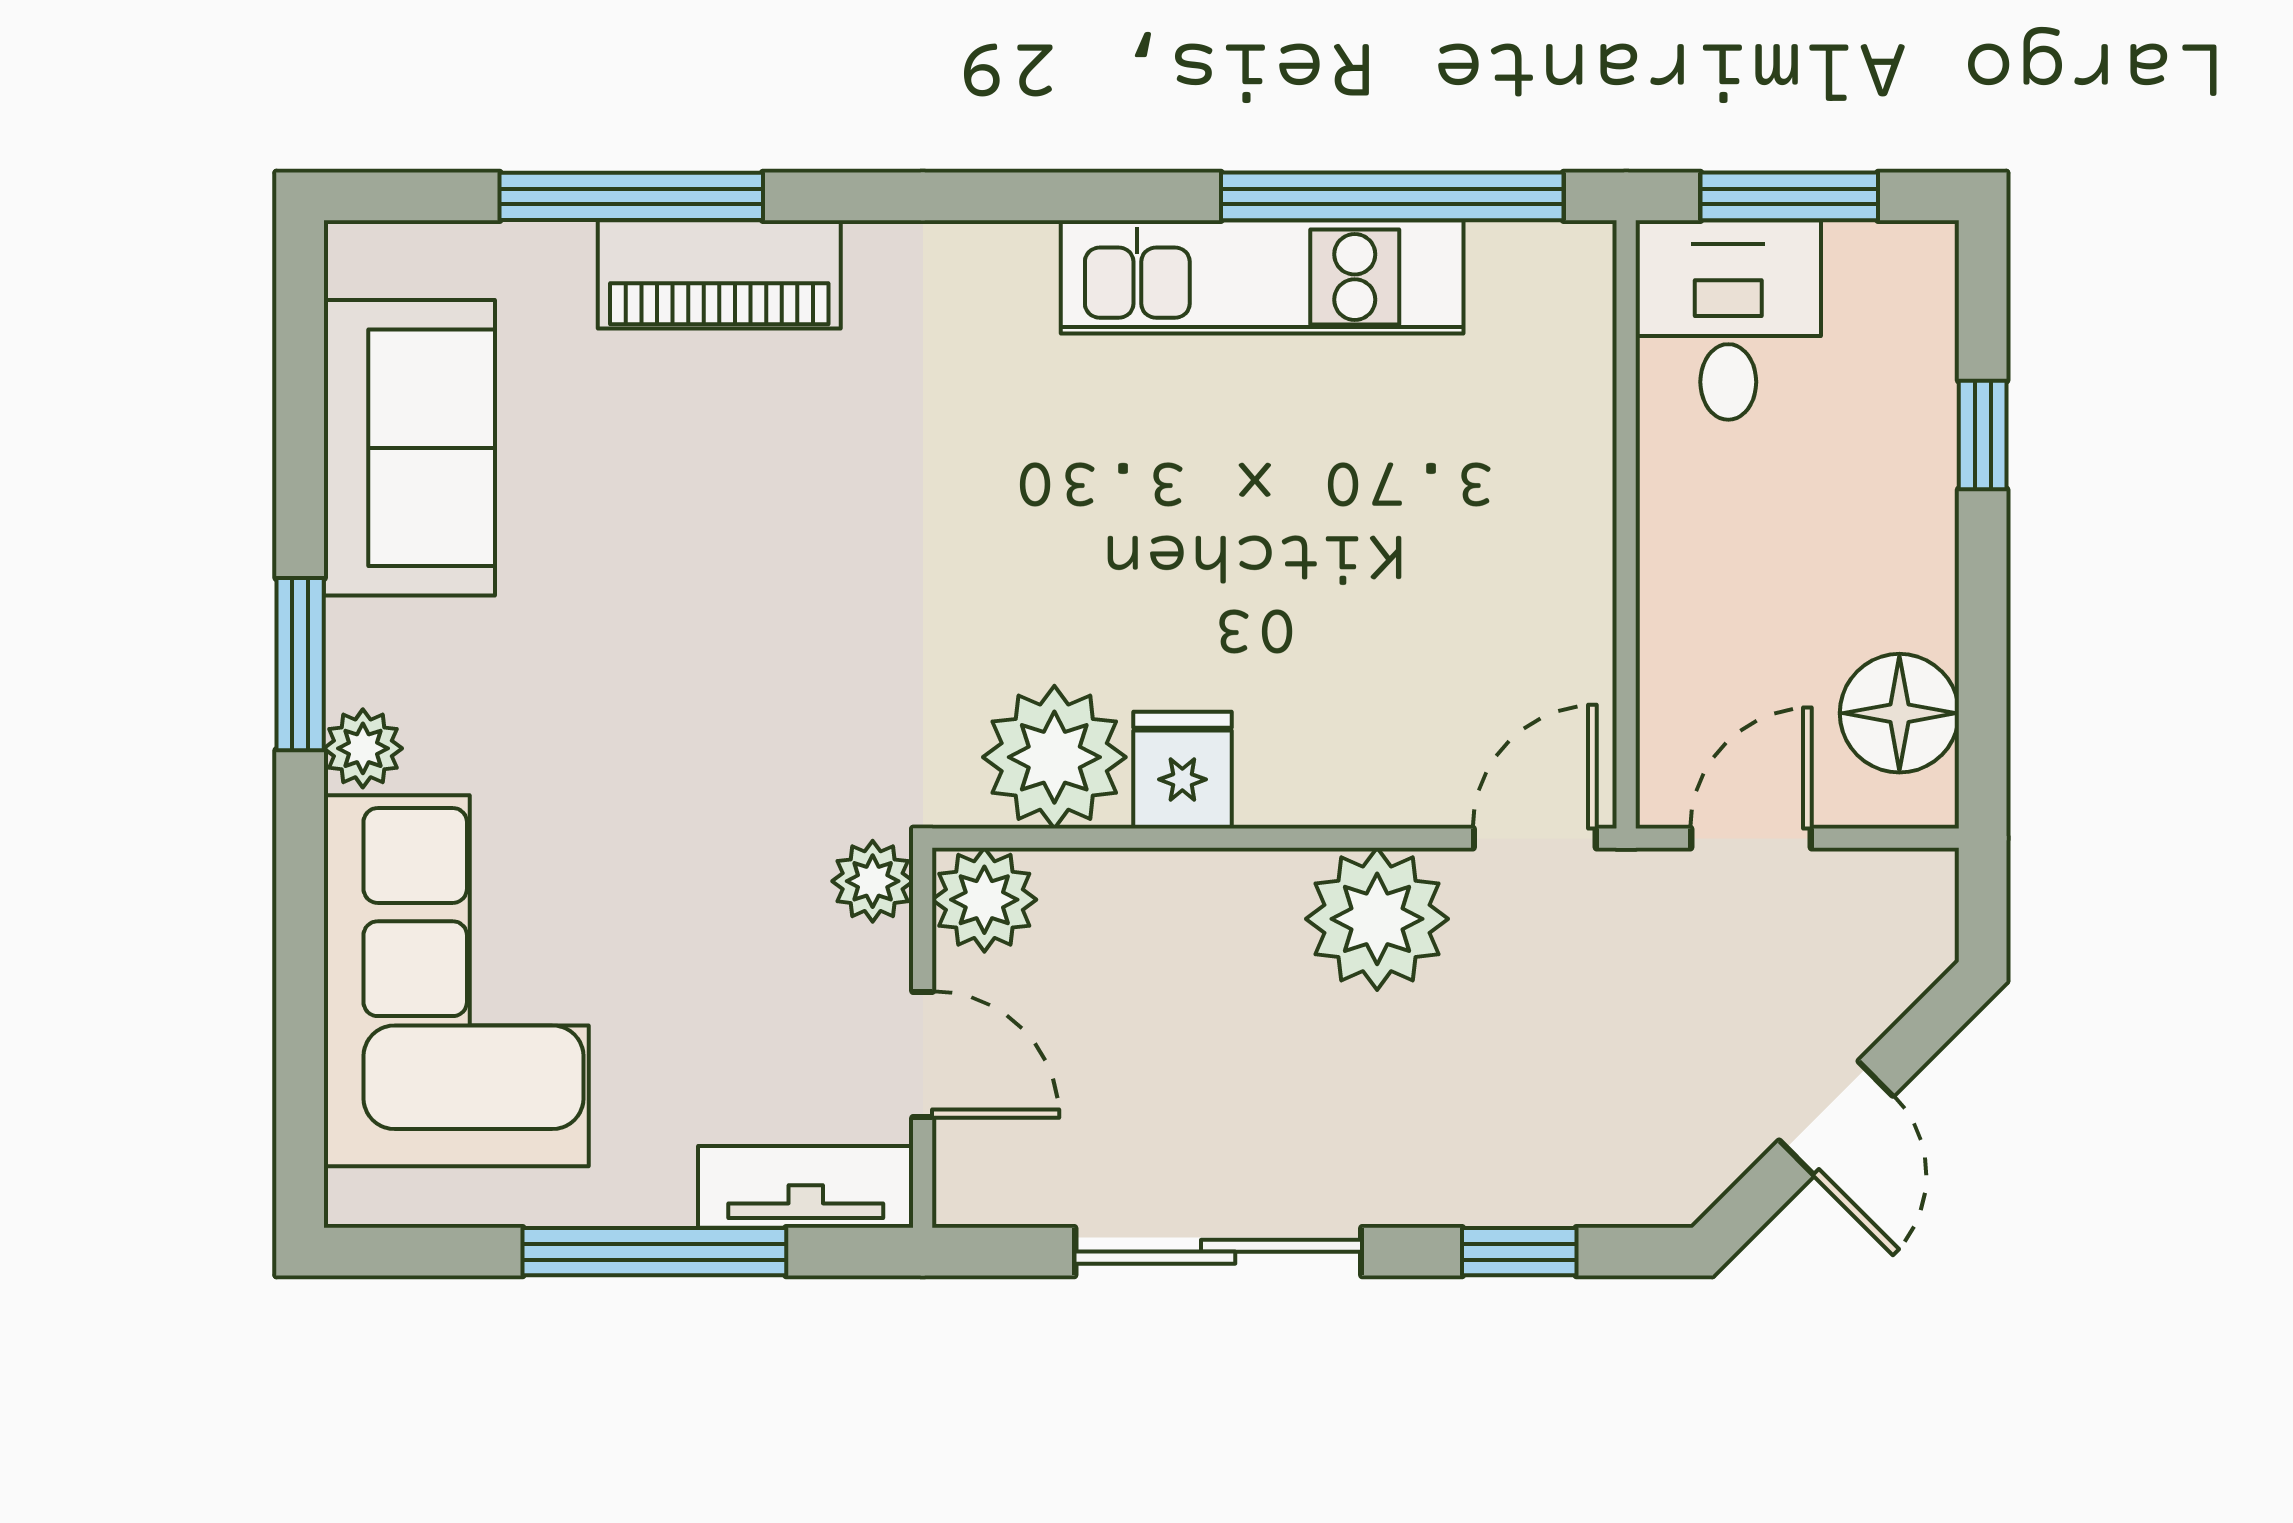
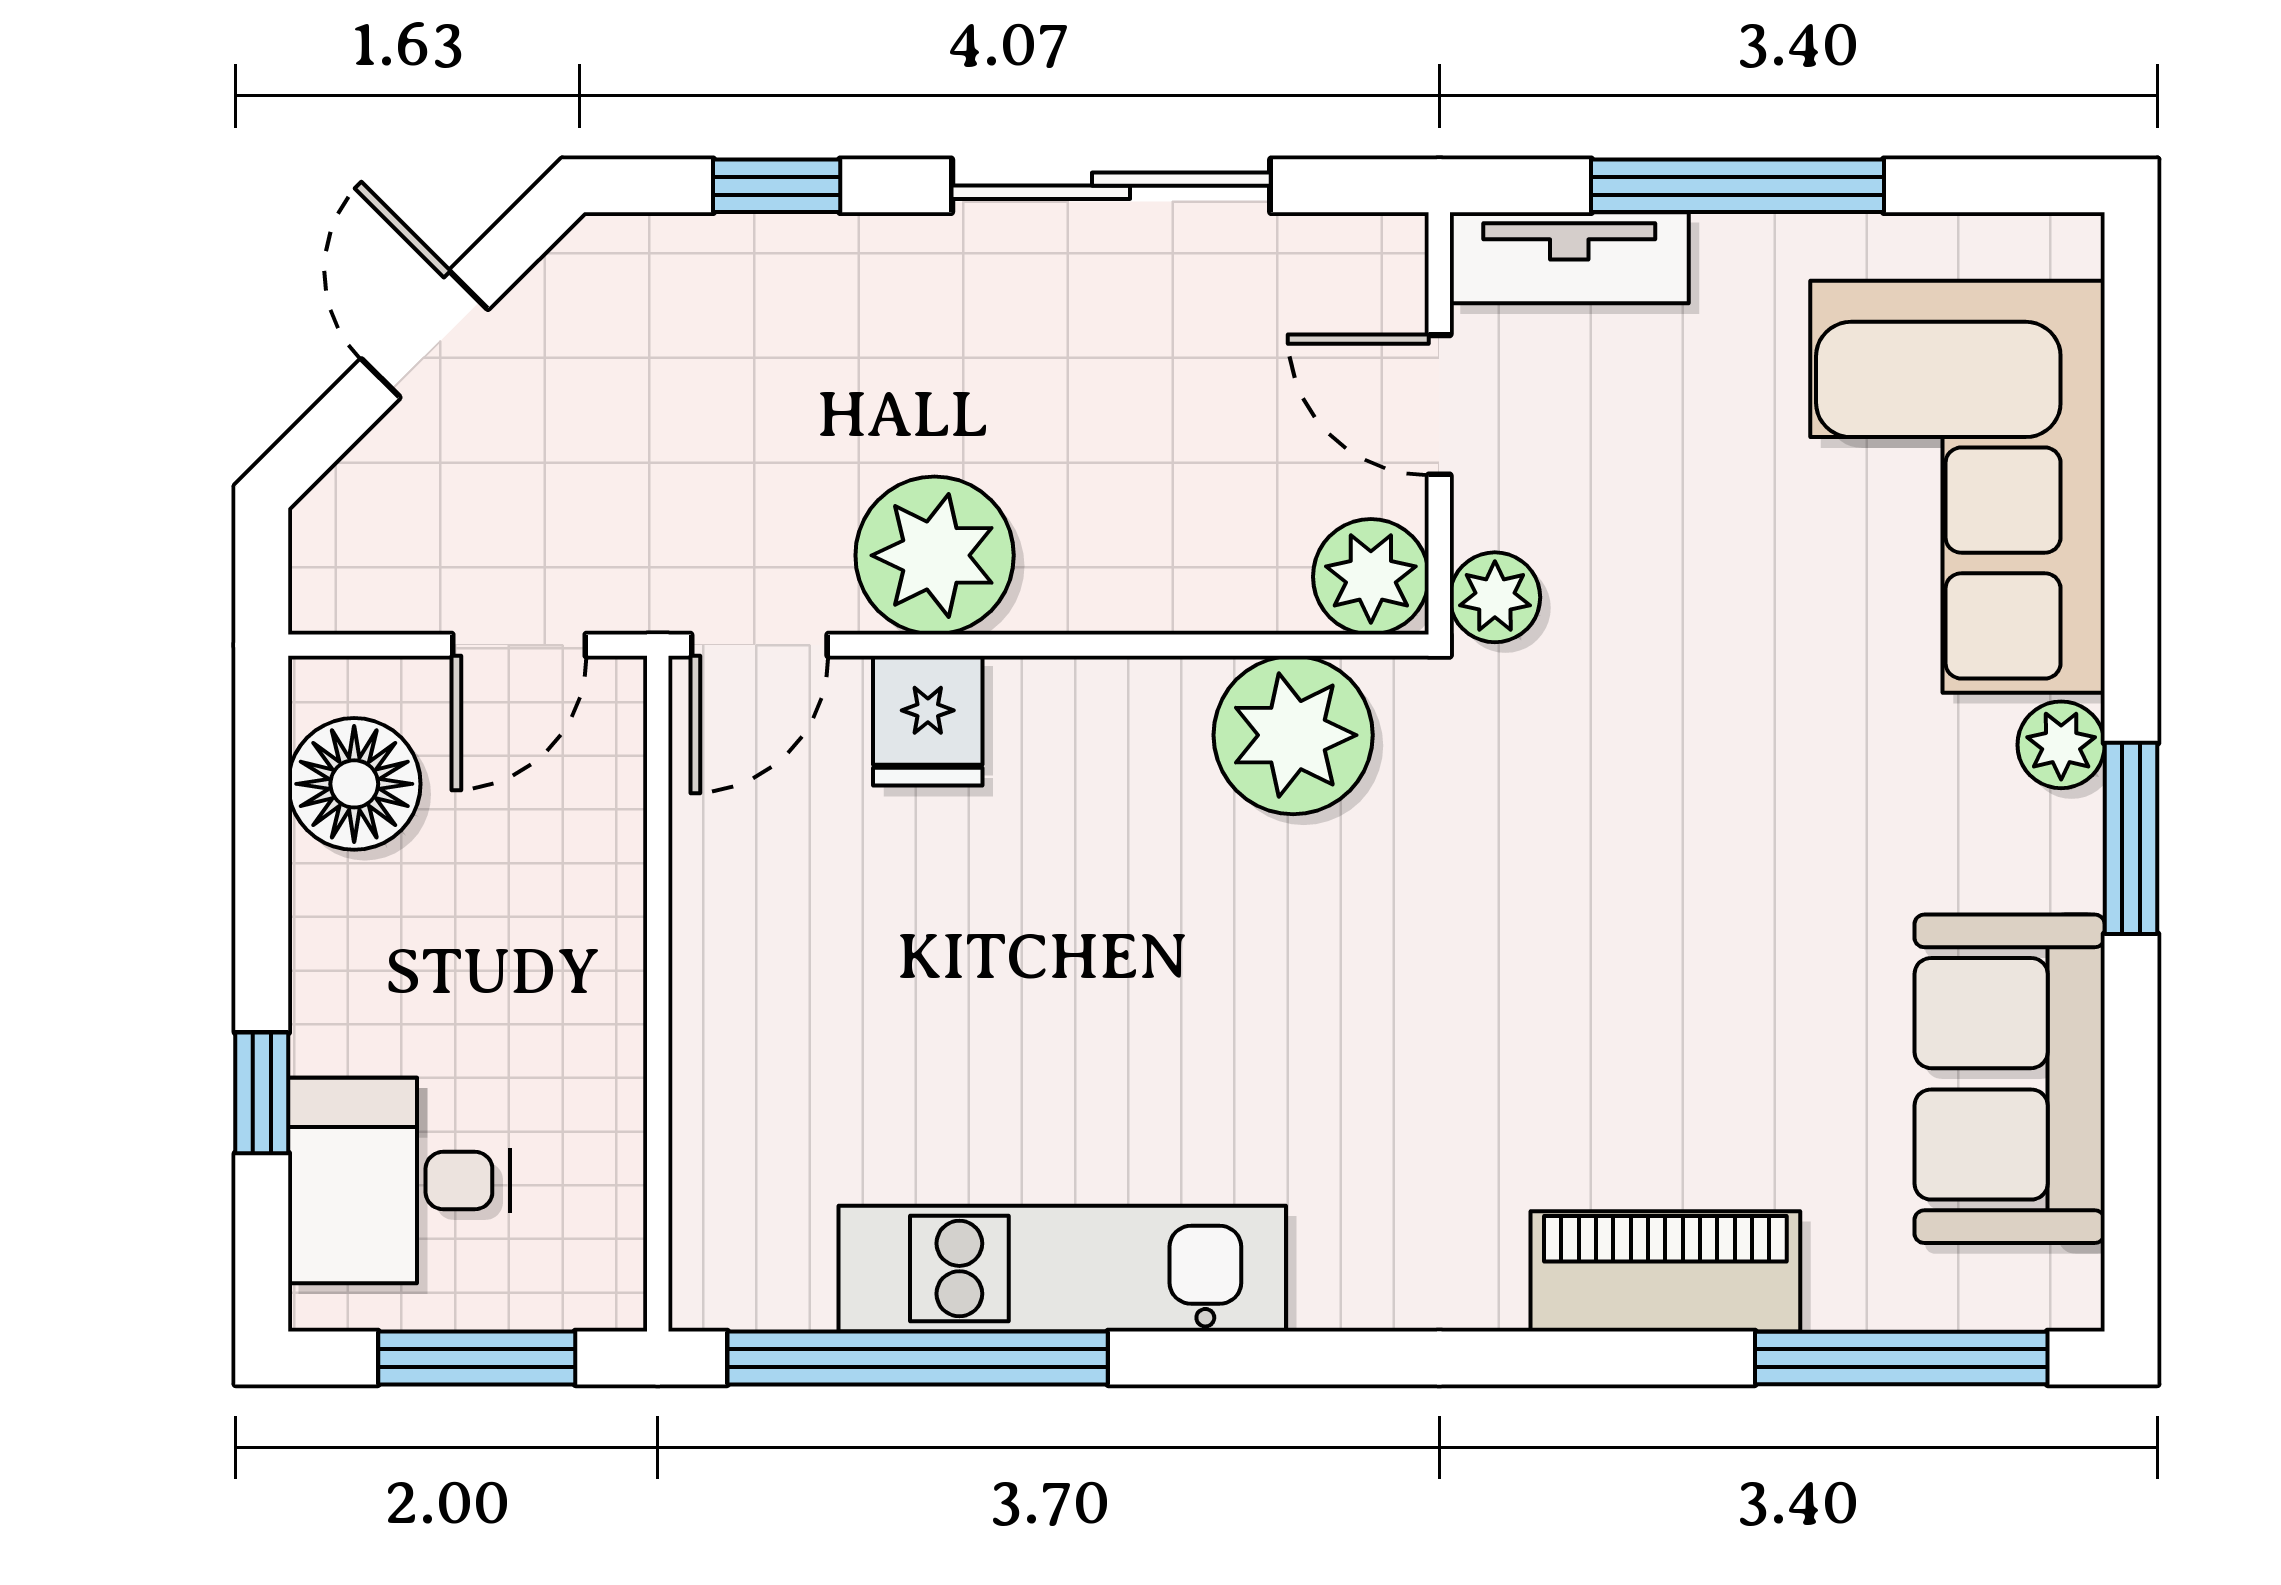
window: (631, 196) -> (1901, 1358), moved
desk: (1728, 320) -> (399, 1181), moved, turned 90
fridge: (1182, 770) -> (928, 721), moved

